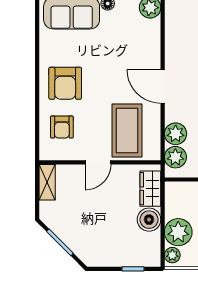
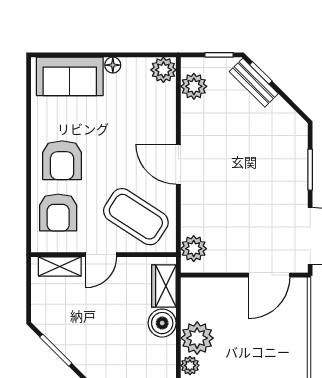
armchair: (62, 127) -> (58, 213), width x1.38, depth x1.38
coffee table: (127, 130) -> (136, 217), turned -57
plant: (176, 134) -> (194, 86), moved
shelving: (47, 182) -> (60, 267), moved, turned 90

